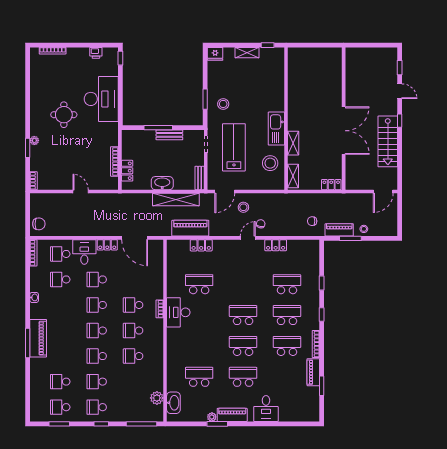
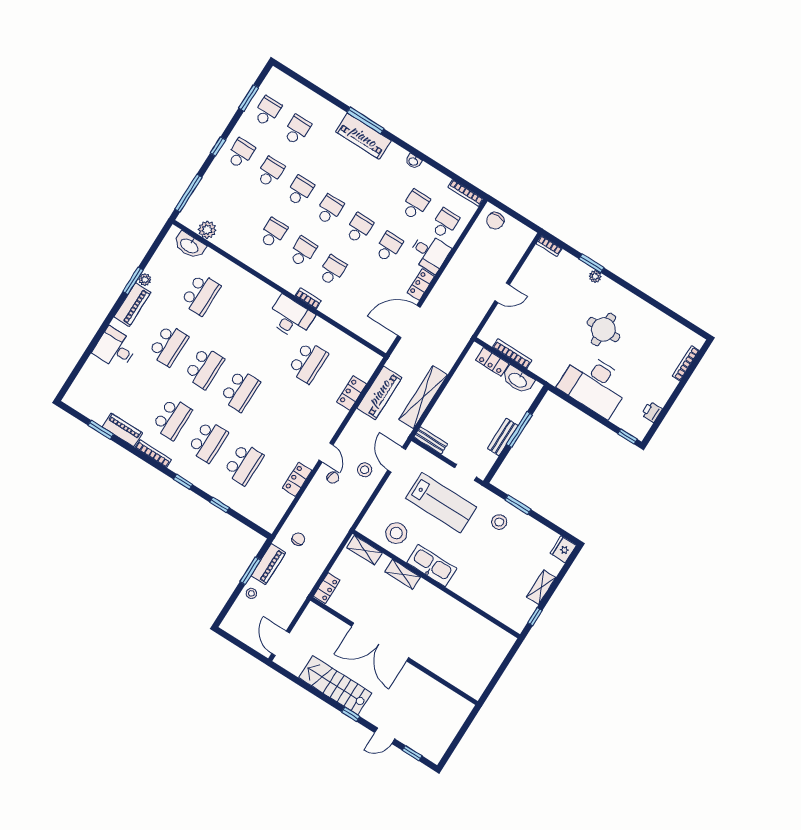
washbasin: (162, 183) -> (518, 380), moved, turned 90

